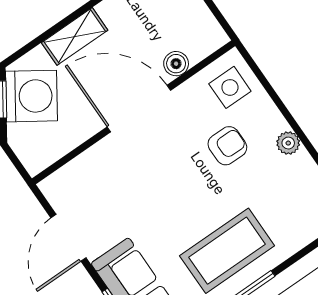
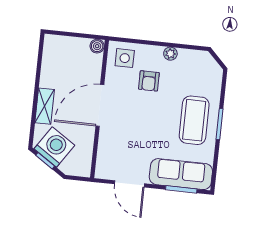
boiler: (176, 64) -> (97, 46), moved
armchair: (227, 146) -> (149, 81), turned 180

